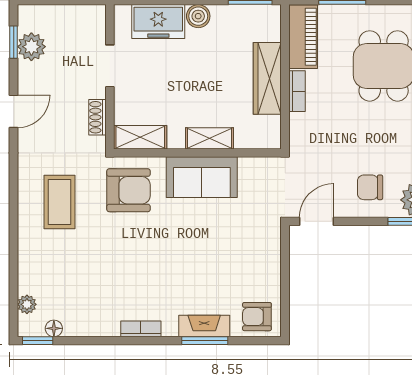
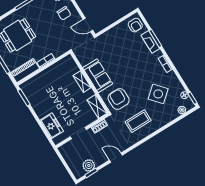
boiler: (198, 16) -> (41, 113), removed
wardrobe: (267, 78) -> (48, 74), removed
side table: (89, 277) -> (158, 94), added

